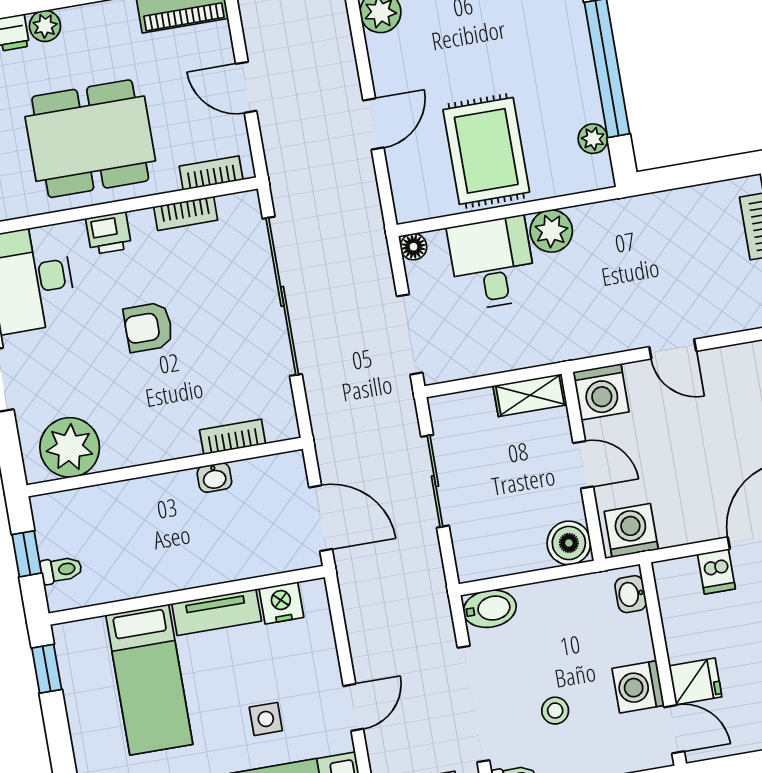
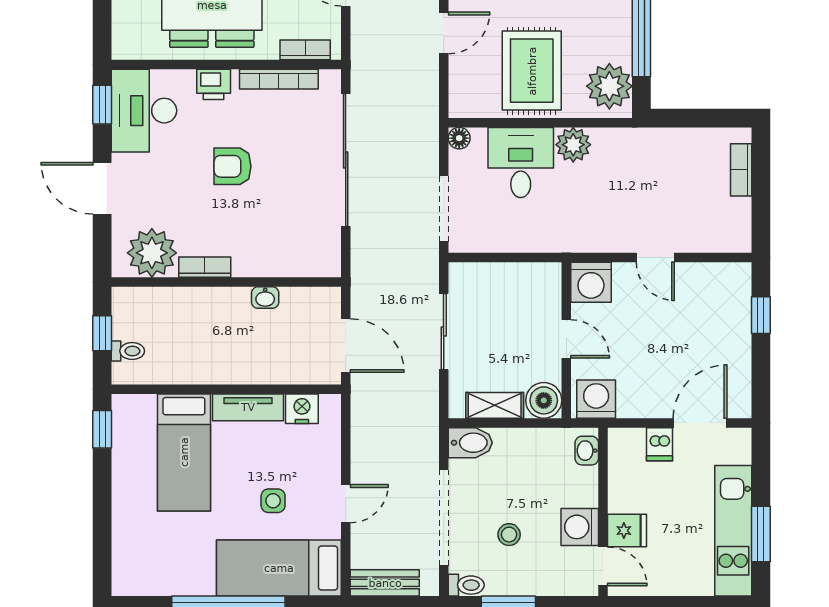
plant: (593, 139) -> (609, 86), width x1.87, depth x1.87
bookcase: (186, 213) -> (279, 79), width x1.56
shelving: (530, 395) -> (495, 405), moved
bookcase: (233, 437) -> (205, 267), moved

